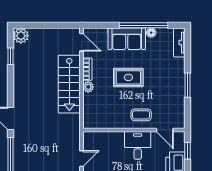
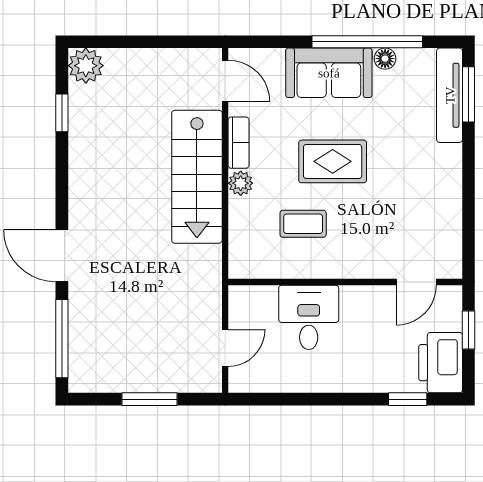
tv unit: (179, 43) -> (450, 95), width x1.41
window: (188, 85) -> (469, 94), moved
coffee table: (141, 115) -> (303, 224), moved
door: (165, 130) -> (416, 282), hinge flipped
desk: (138, 145) -> (309, 317), moved

